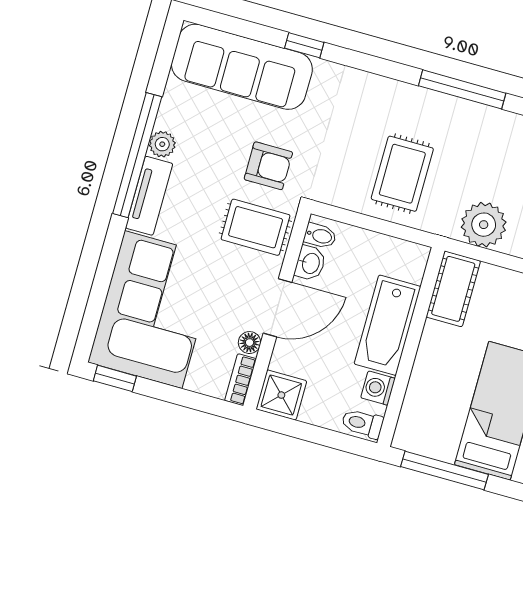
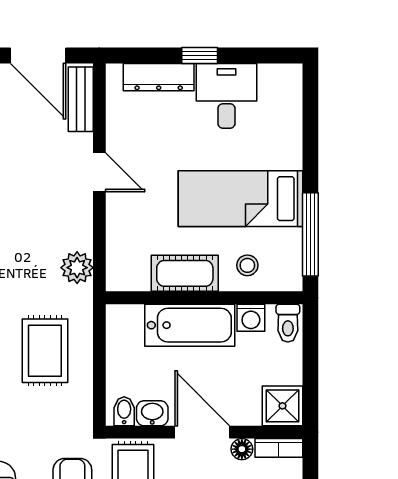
rug: (402, 174) -> (45, 351), turned 90
plant: (484, 225) -> (77, 268), width x0.73, depth x0.73
cot: (453, 289) -> (185, 273), moved
stool: (431, 399) -> (247, 265), added

